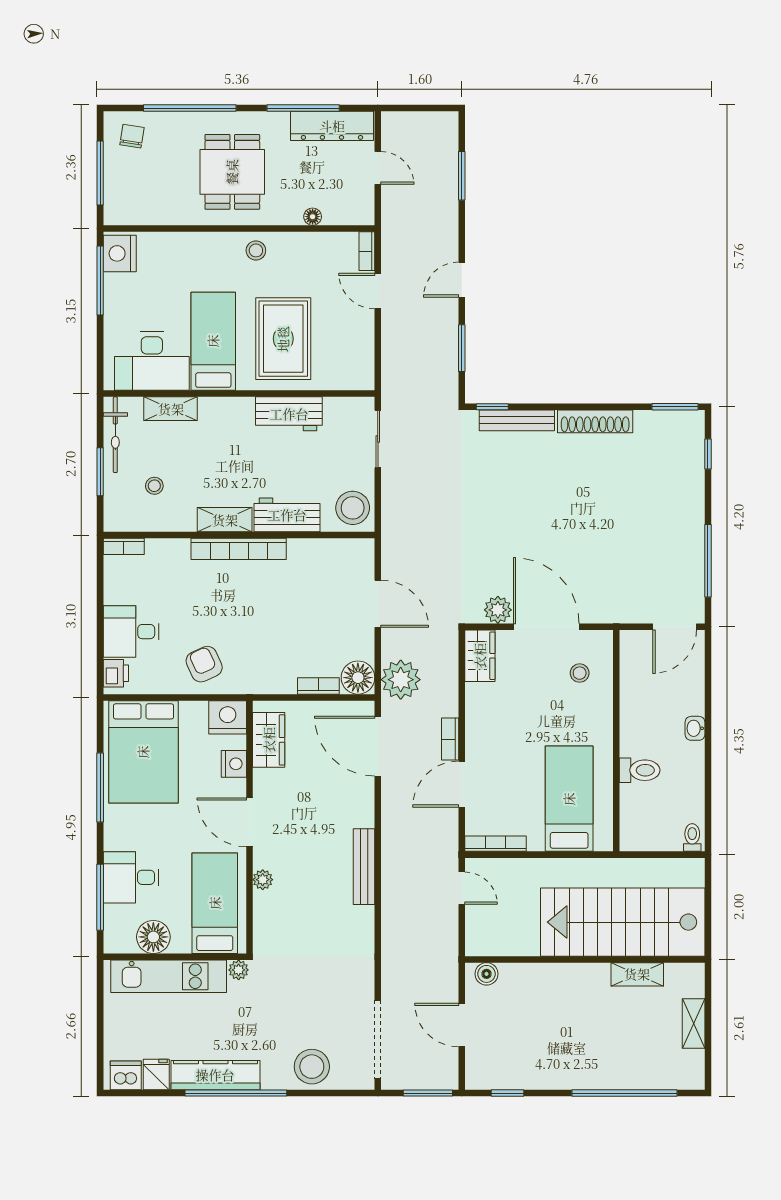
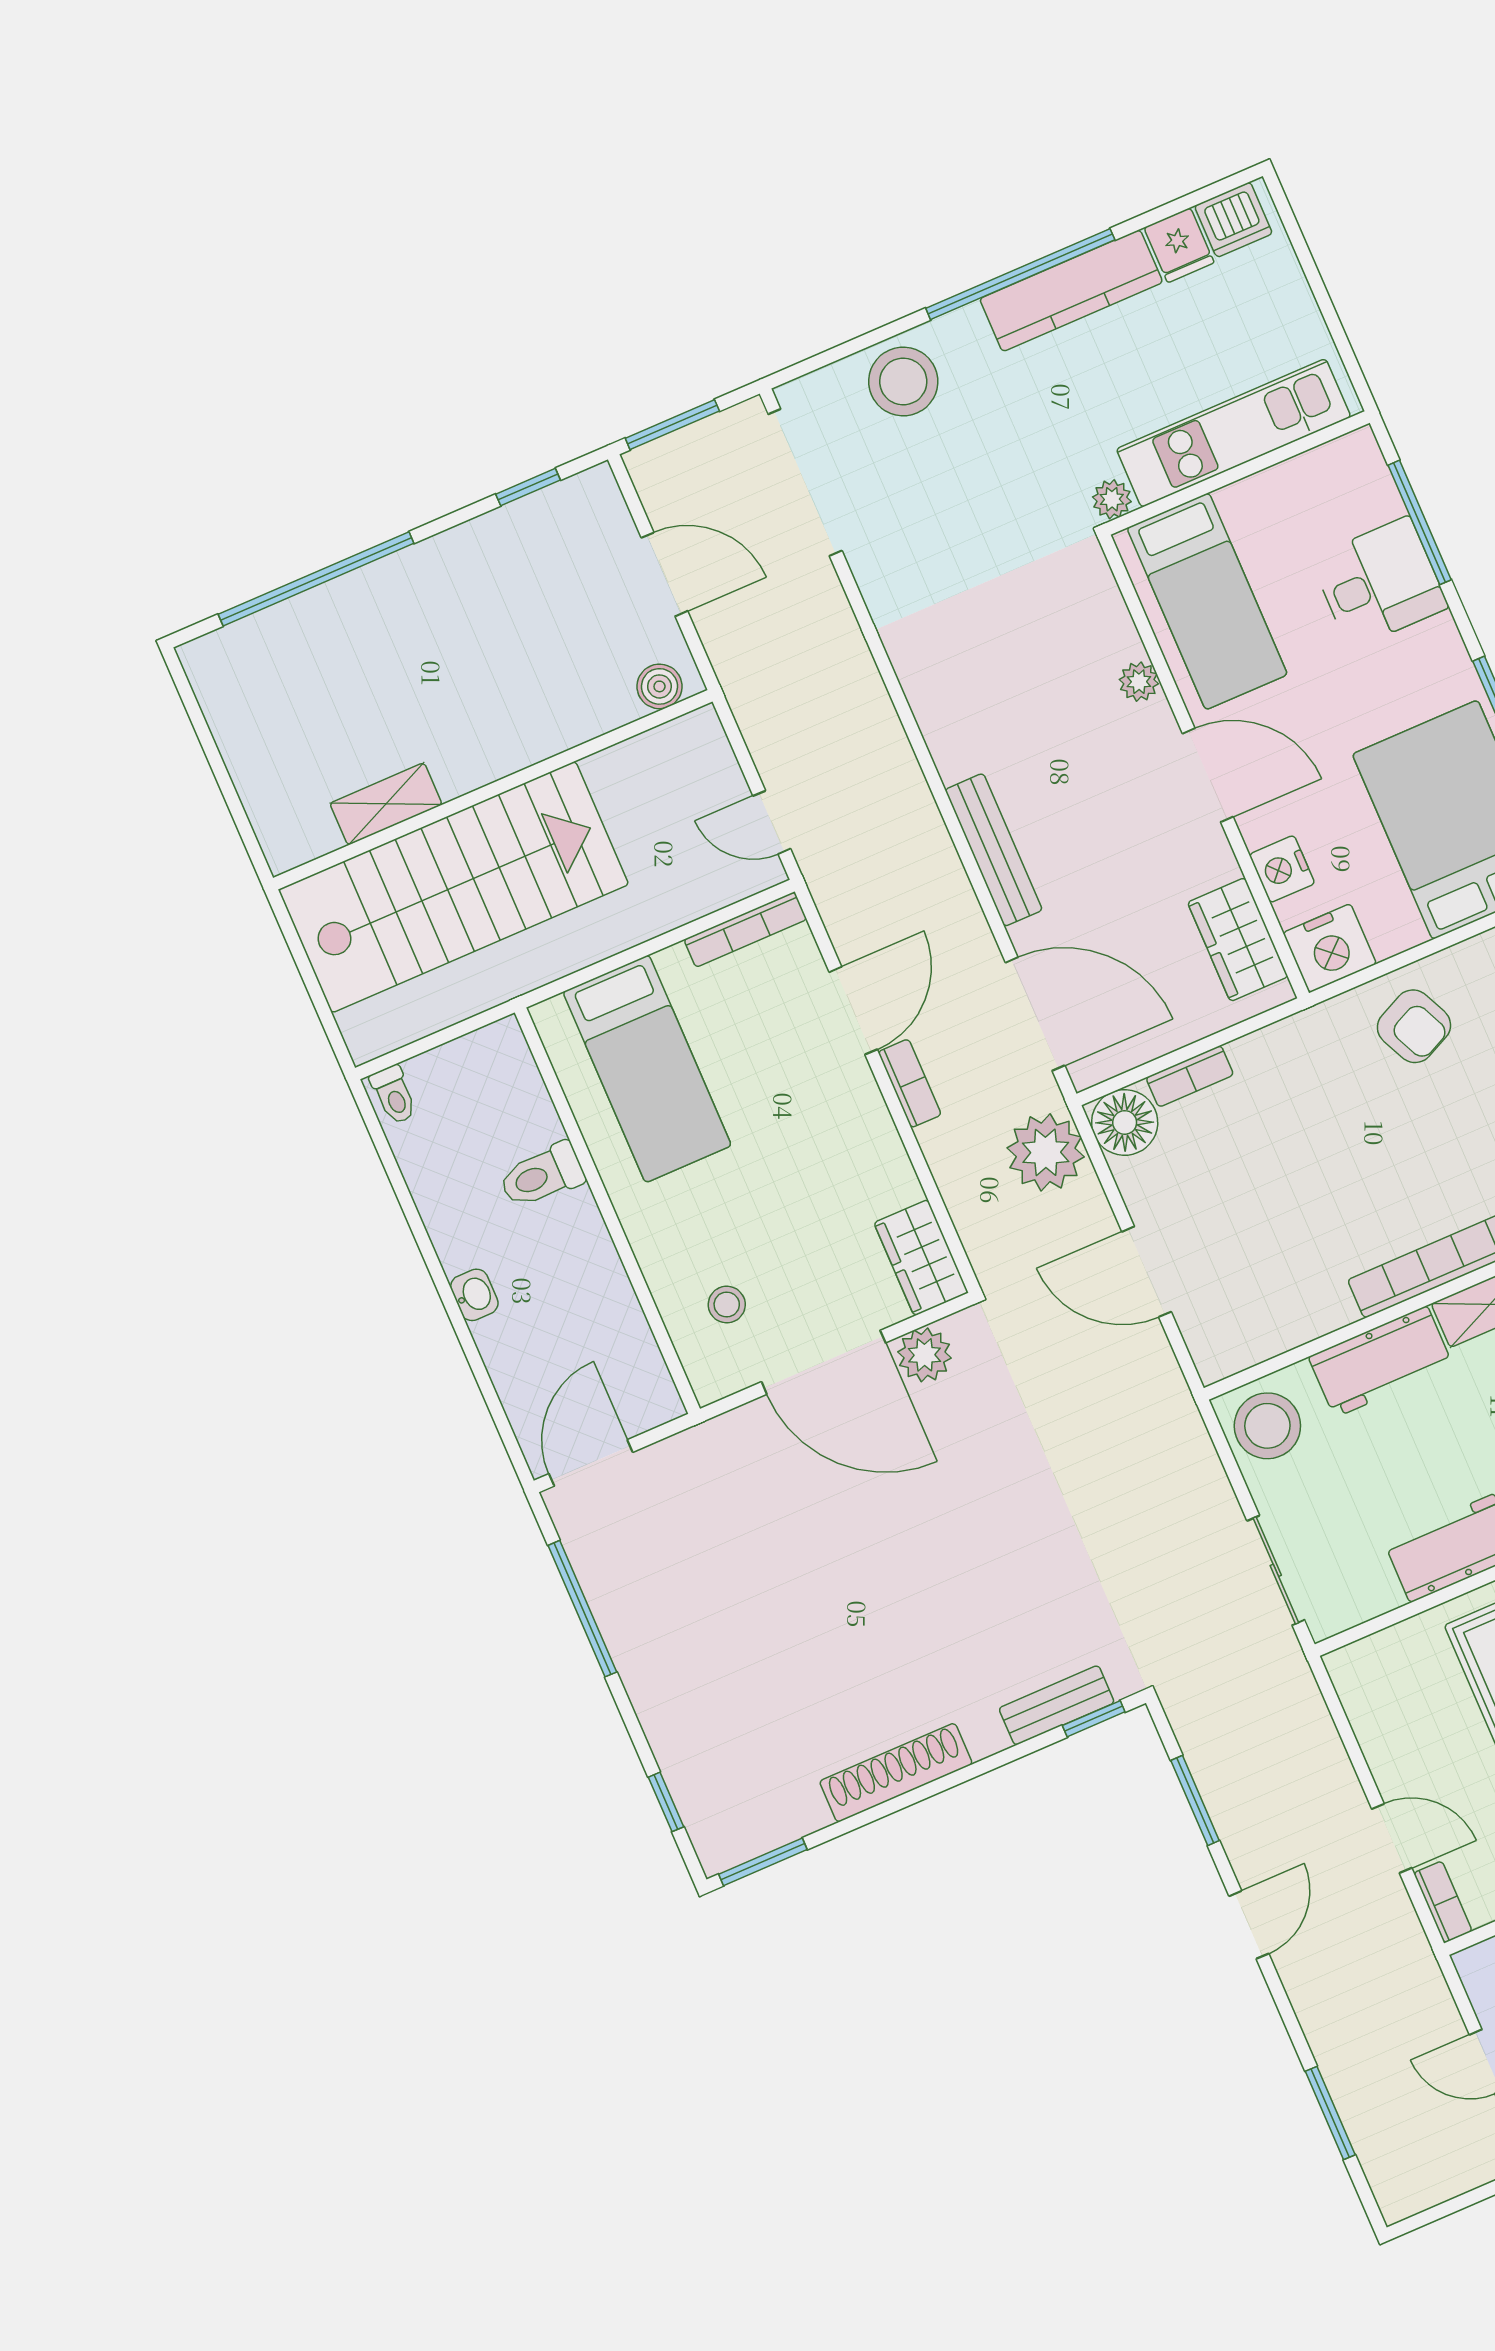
bench: (517, 420) -> (1057, 1705), width x0.73
bench: (364, 867) -> (994, 850), moved
floor lamp: (153, 937) -> (1292, 492), removed
shelving: (694, 1024) -> (245, 759), removed

